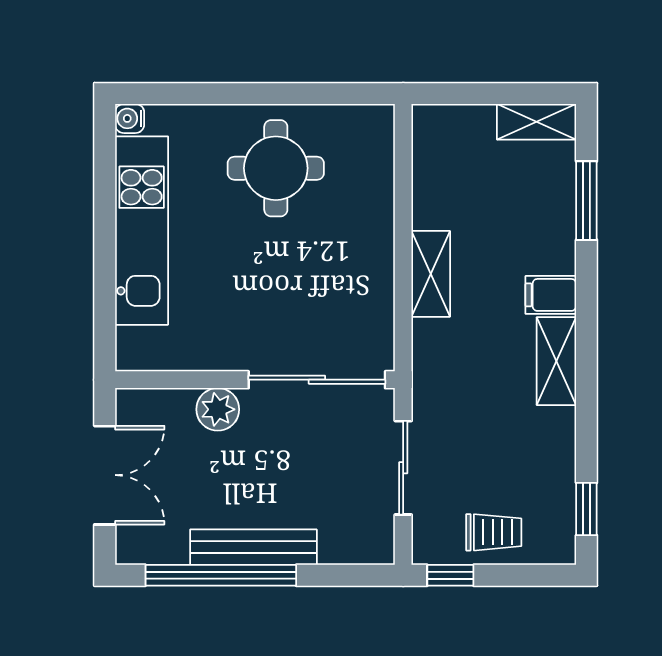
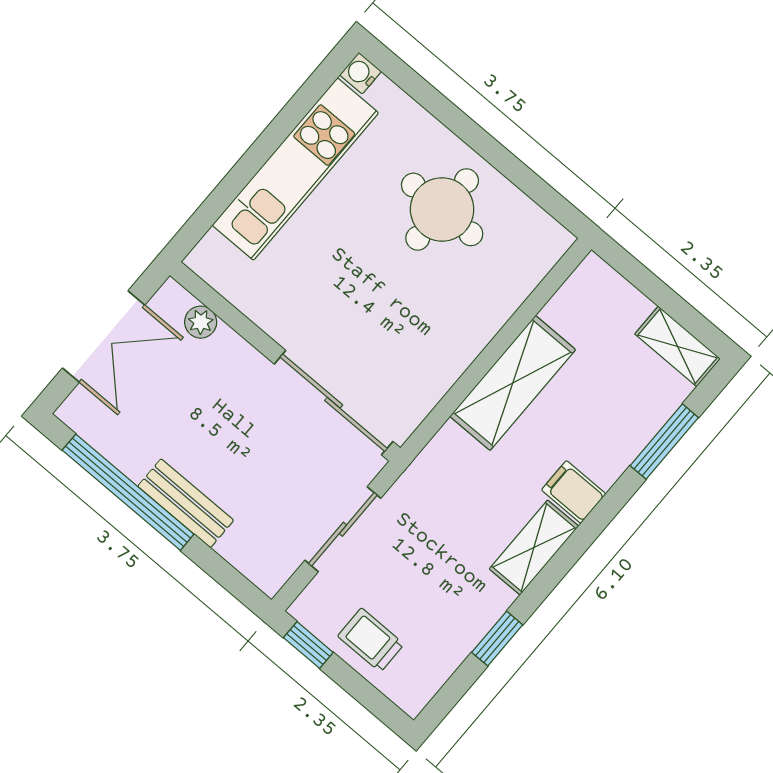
shelving: (431, 274) -> (513, 383), width x1.50, depth x1.33
plant: (218, 409) -> (201, 322), moved, width x0.73, depth x0.73
window: (586, 509) -> (497, 639), moved
trolley: (494, 532) -> (371, 640), turned 180
bench: (253, 547) -> (186, 503), width x0.73

